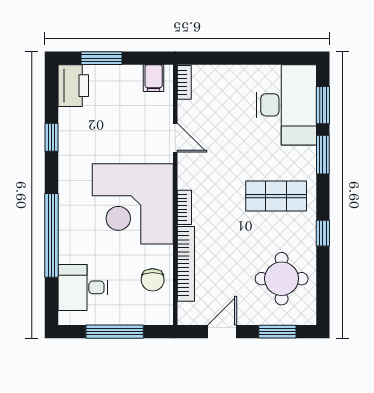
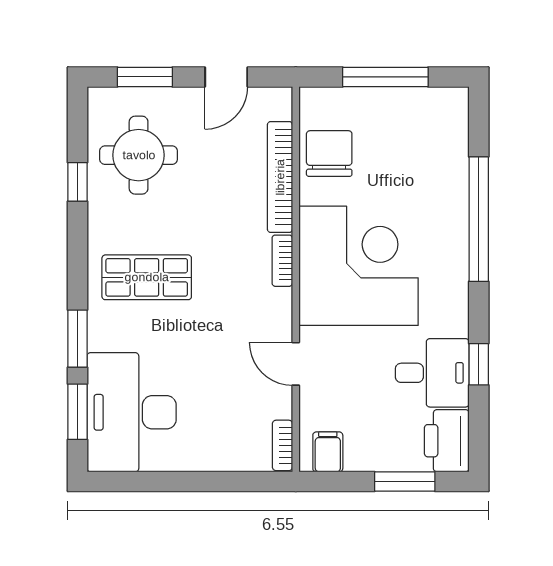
window: (323, 233) -> (77, 182), moved
chair: (153, 280) -> (329, 154), width x1.37, depth x1.37
desk: (83, 287) -> (432, 373), moved

